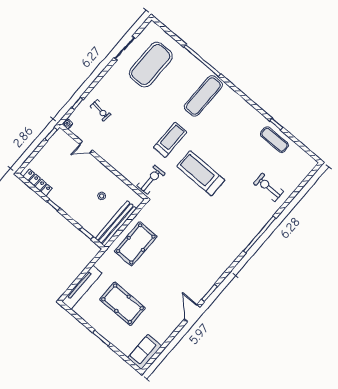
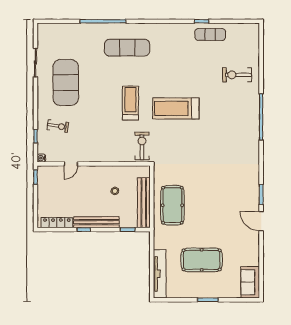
exercise mat: (151, 65) -> (66, 82), moved
exercise mat: (203, 96) -> (127, 48), turned 90
bench: (68, 208) -> (96, 222), added

